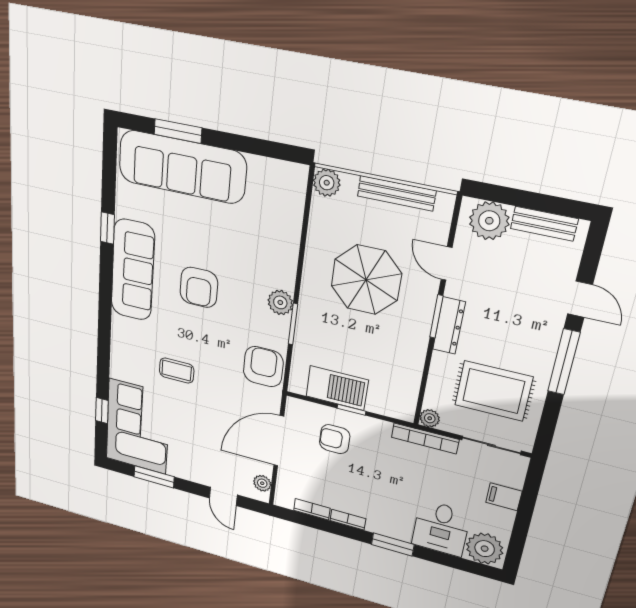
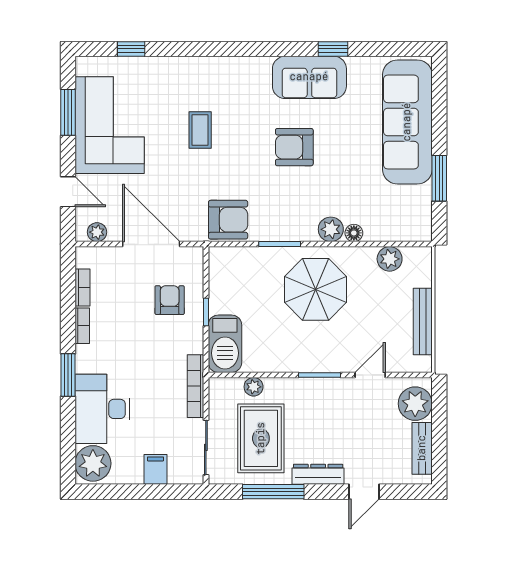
window: (178, 131) -> (439, 178), moved
plant: (327, 183) -> (390, 259), moved
floor lamp: (290, 247) -> (354, 233), added
sofa: (133, 270) -> (309, 77), width x0.73
parasol: (366, 280) -> (316, 289), moved
plant: (280, 302) -> (331, 229), moved
dresser: (449, 326) -> (318, 474), moved, turned 180
window: (564, 362) -> (273, 492), moved
barbecue: (337, 388) -> (225, 344), moved
plant: (430, 418) -> (254, 387), moved
corner sofa: (138, 427) -> (110, 125), moved, turned -90
door: (223, 496) -> (68, 192), swing flipped
desk: (441, 528) -> (102, 409), width x1.37

